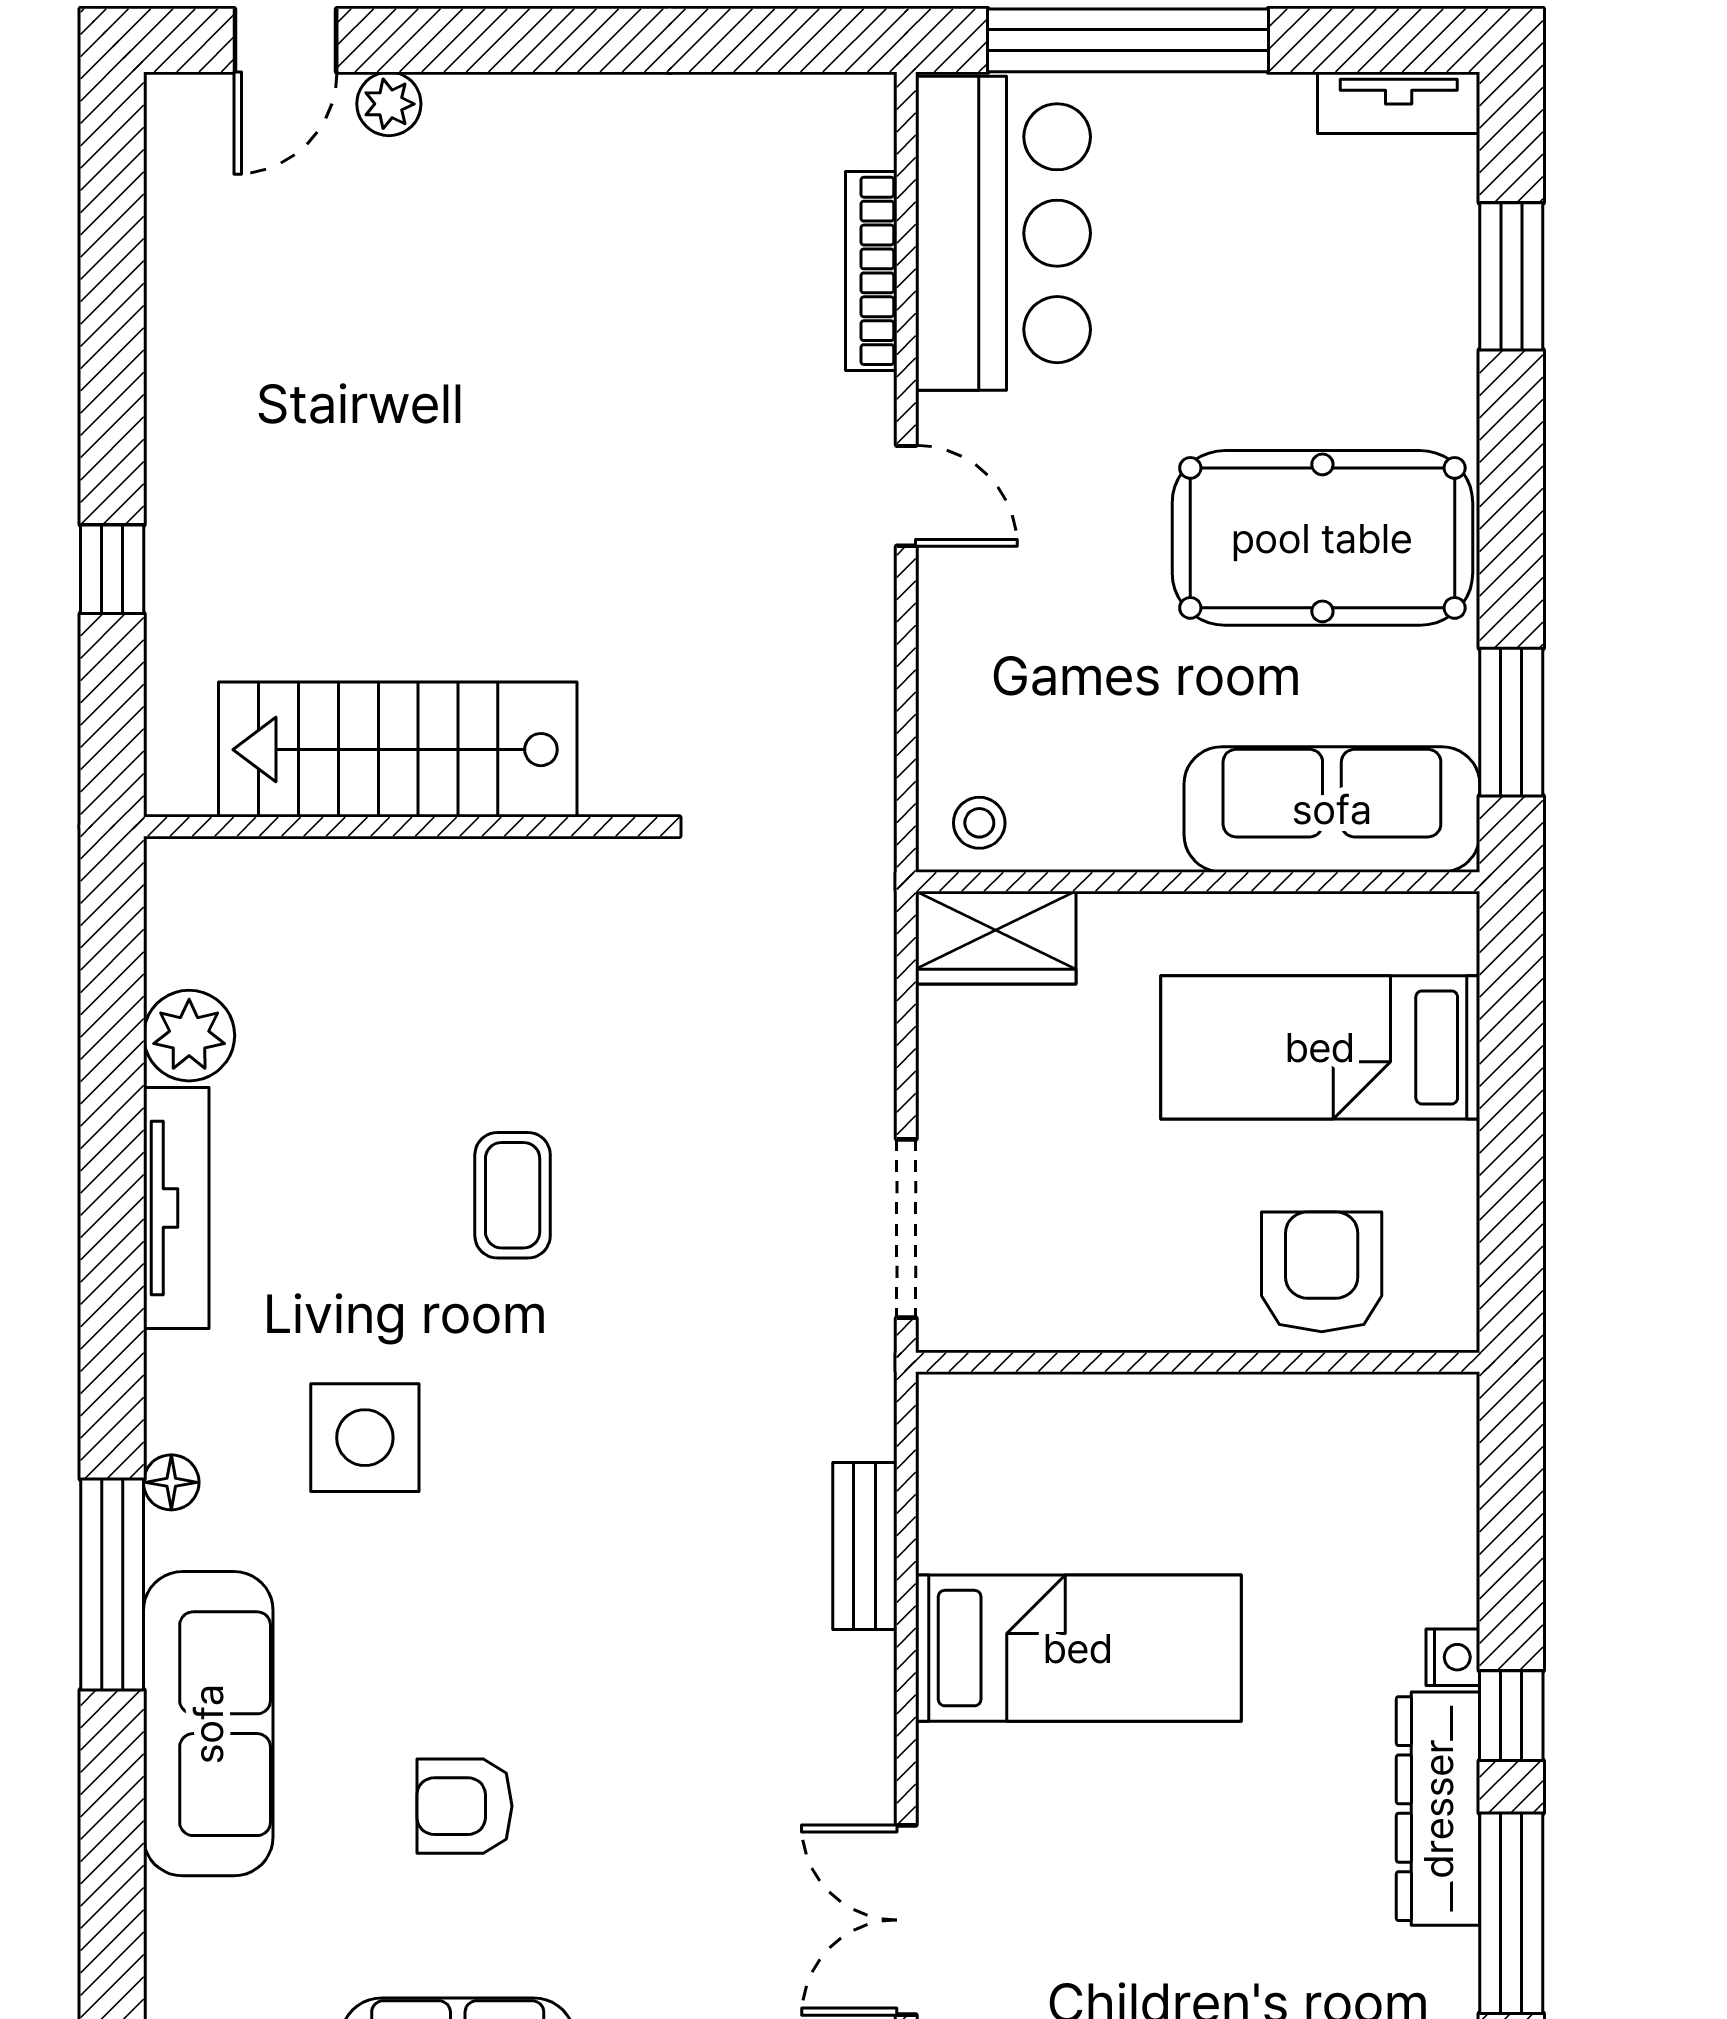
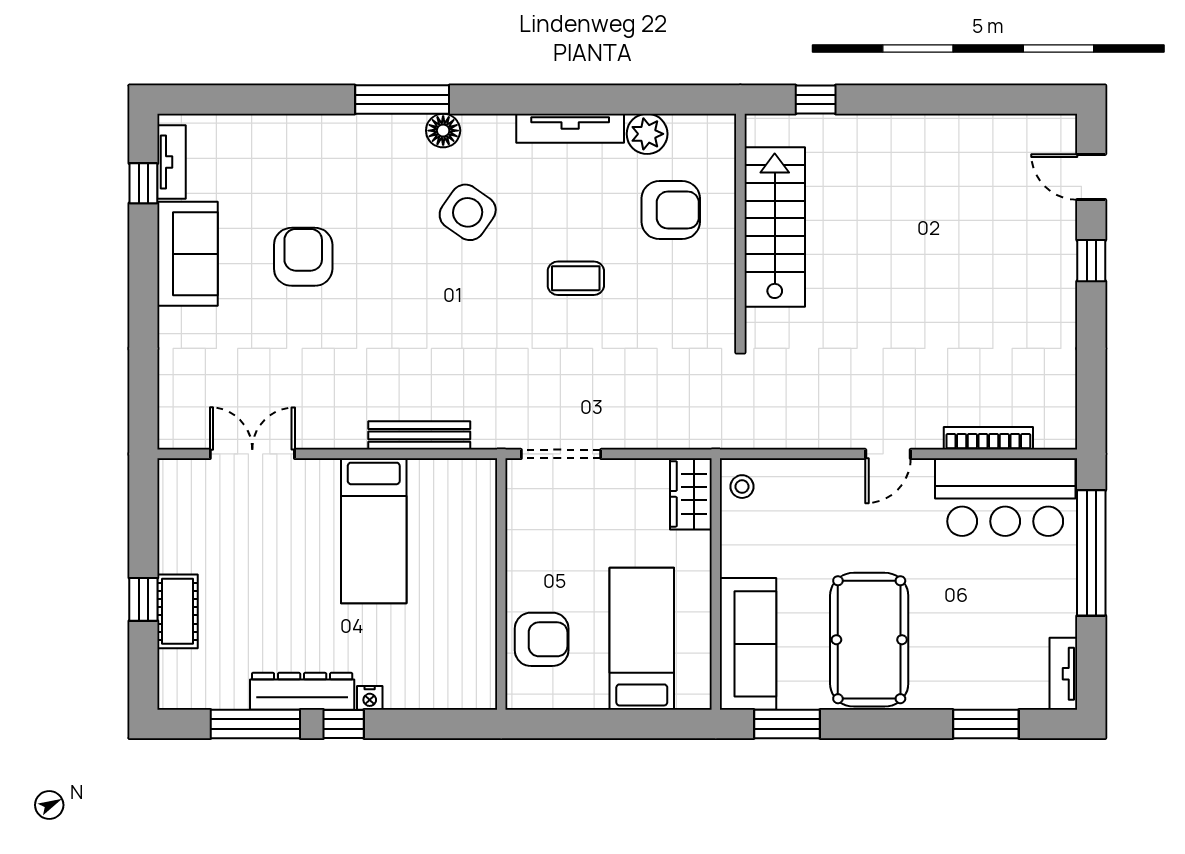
window: (473, 40) -> (1091, 261), added
plant: (389, 104) -> (1063, 223), removed
window: (112, 569) -> (816, 100), moved
armchair: (360, 983) -> (671, 210), added
side table: (365, 1438) -> (468, 212), turned 35
floor lamp: (171, 1482) -> (443, 131), width x1.37, depth x1.37
bench: (865, 1546) -> (419, 435), width x1.36
sofa: (208, 1724) -> (340, 142), removed
armchair: (464, 1806) -> (303, 257), width x1.38, depth x1.38

